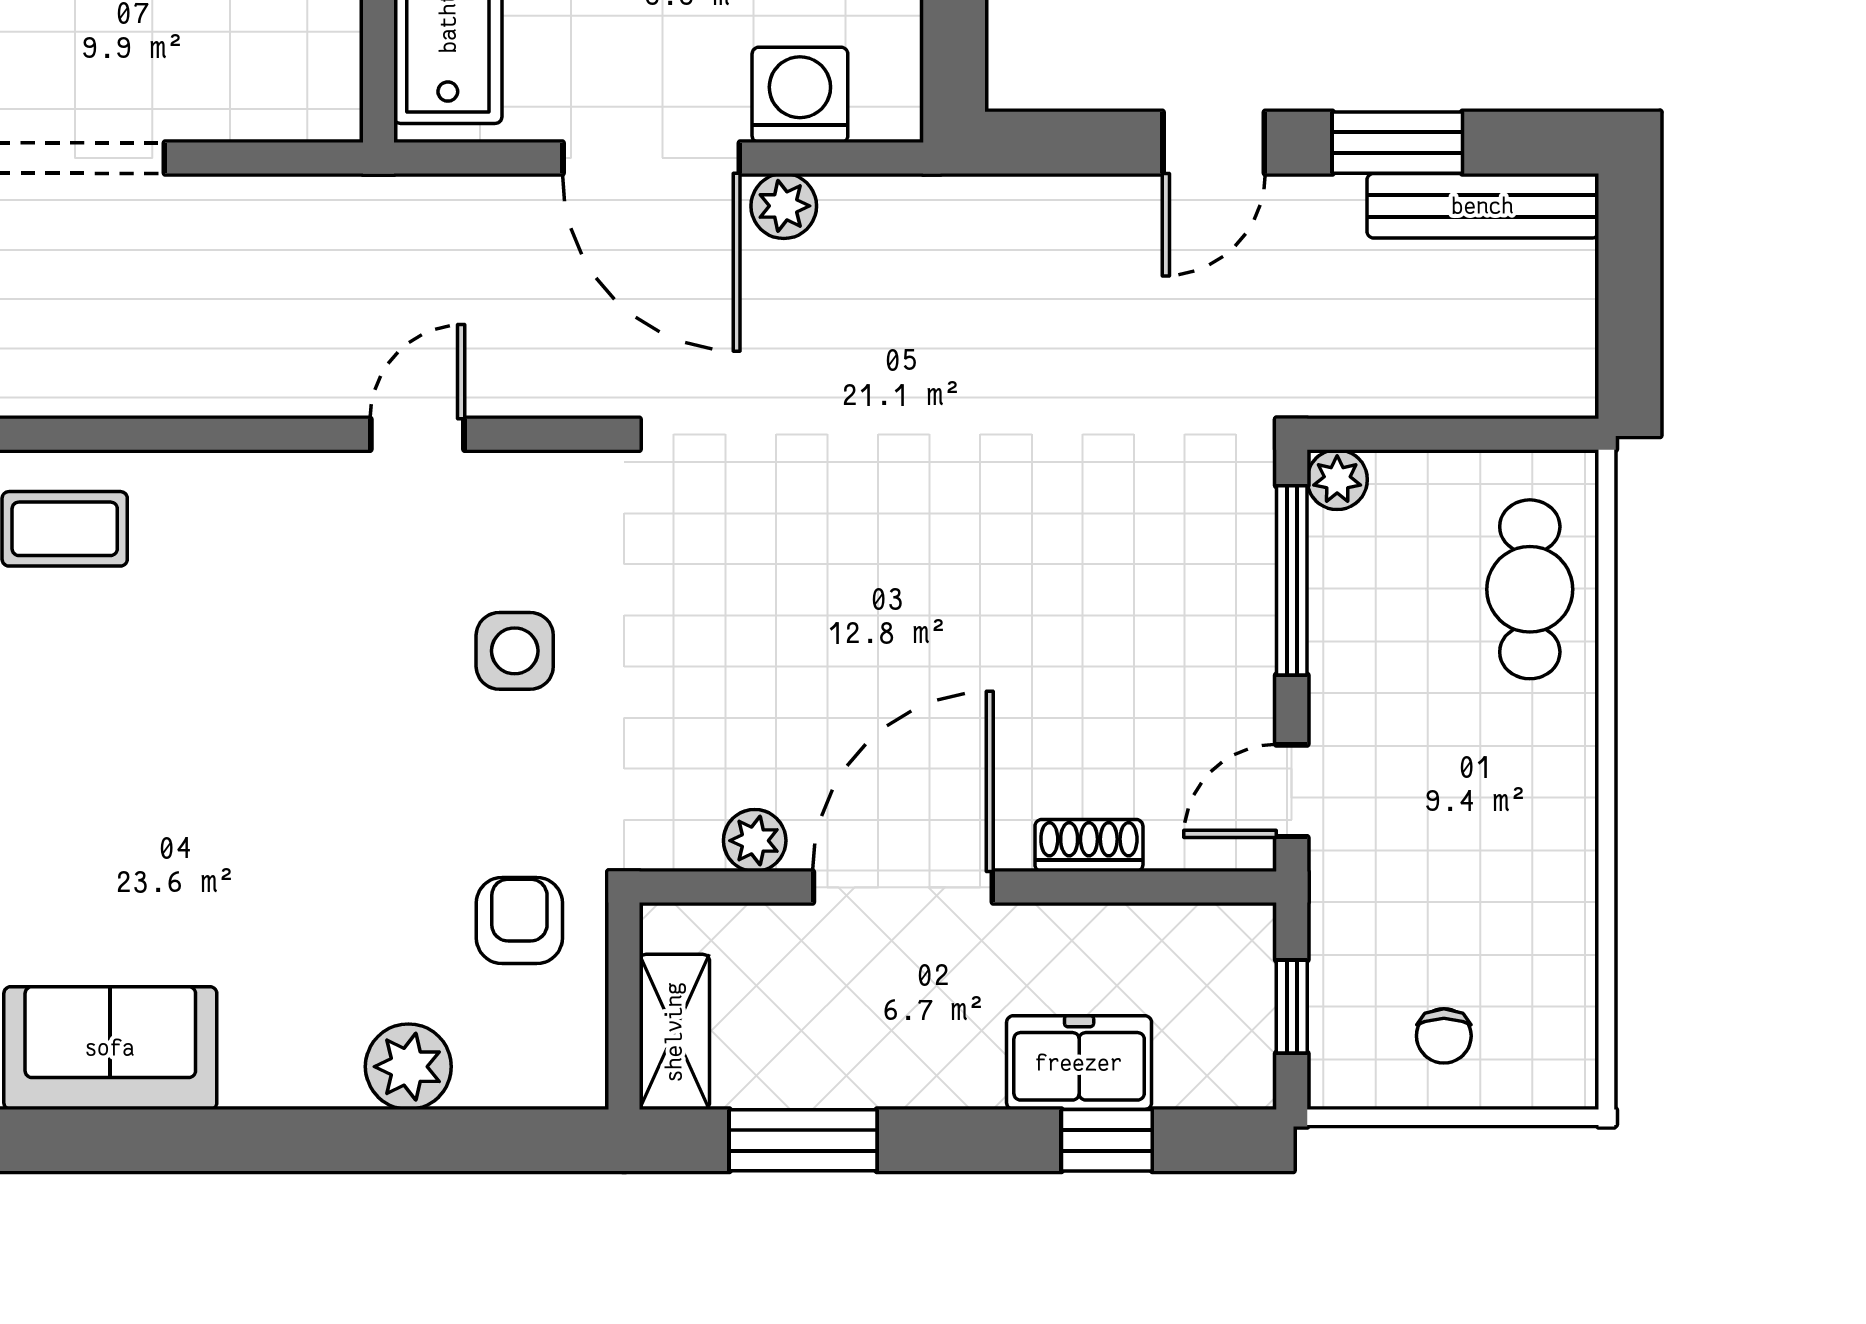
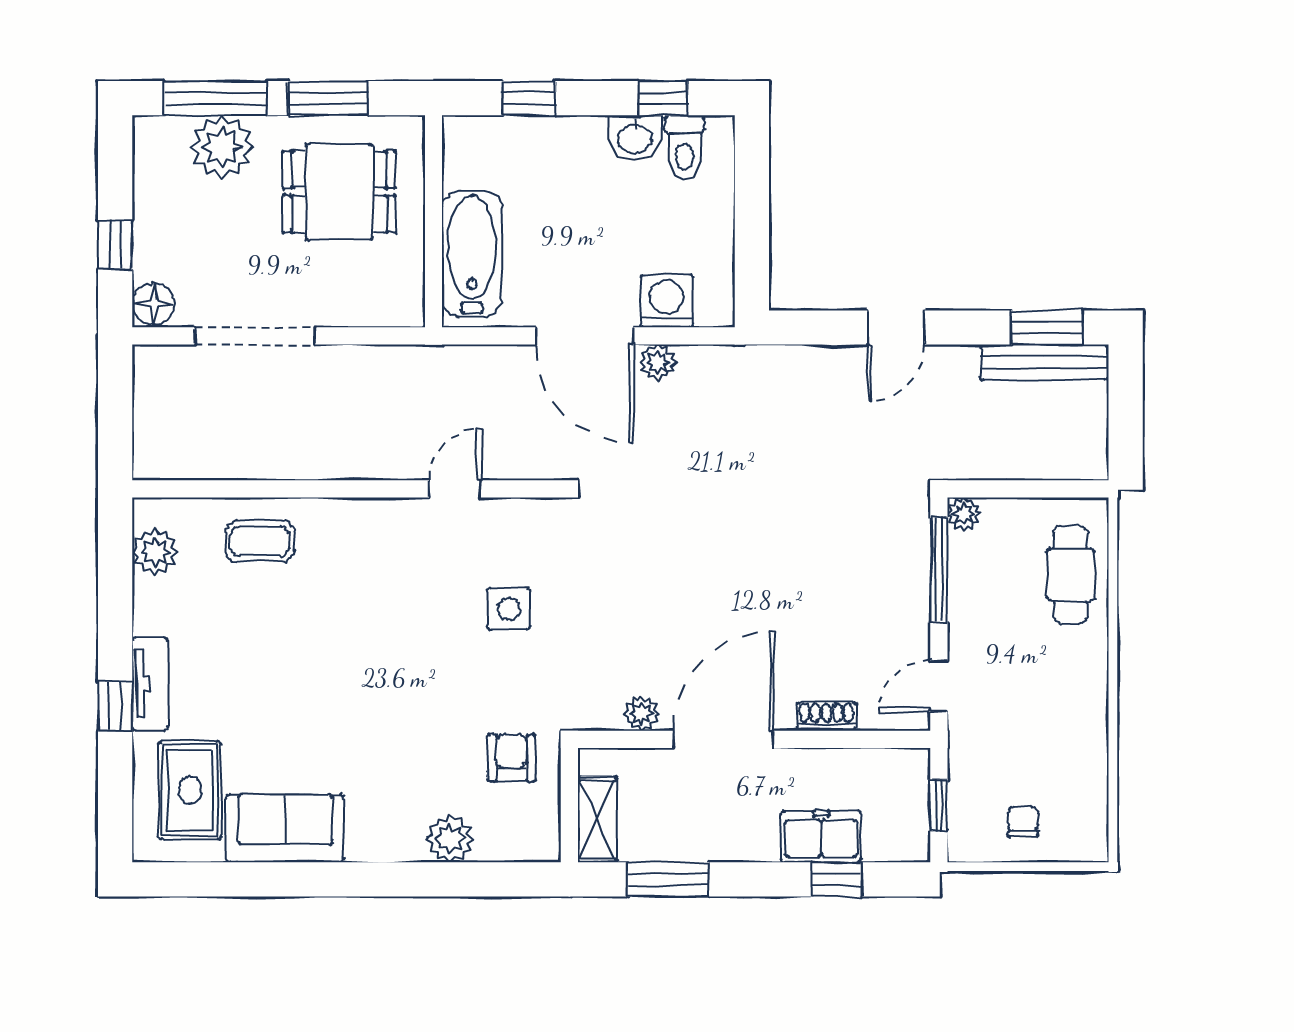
window: (1397, 143) -> (1047, 327), moved
chair: (1444, 1036) -> (1023, 822), turned 180

